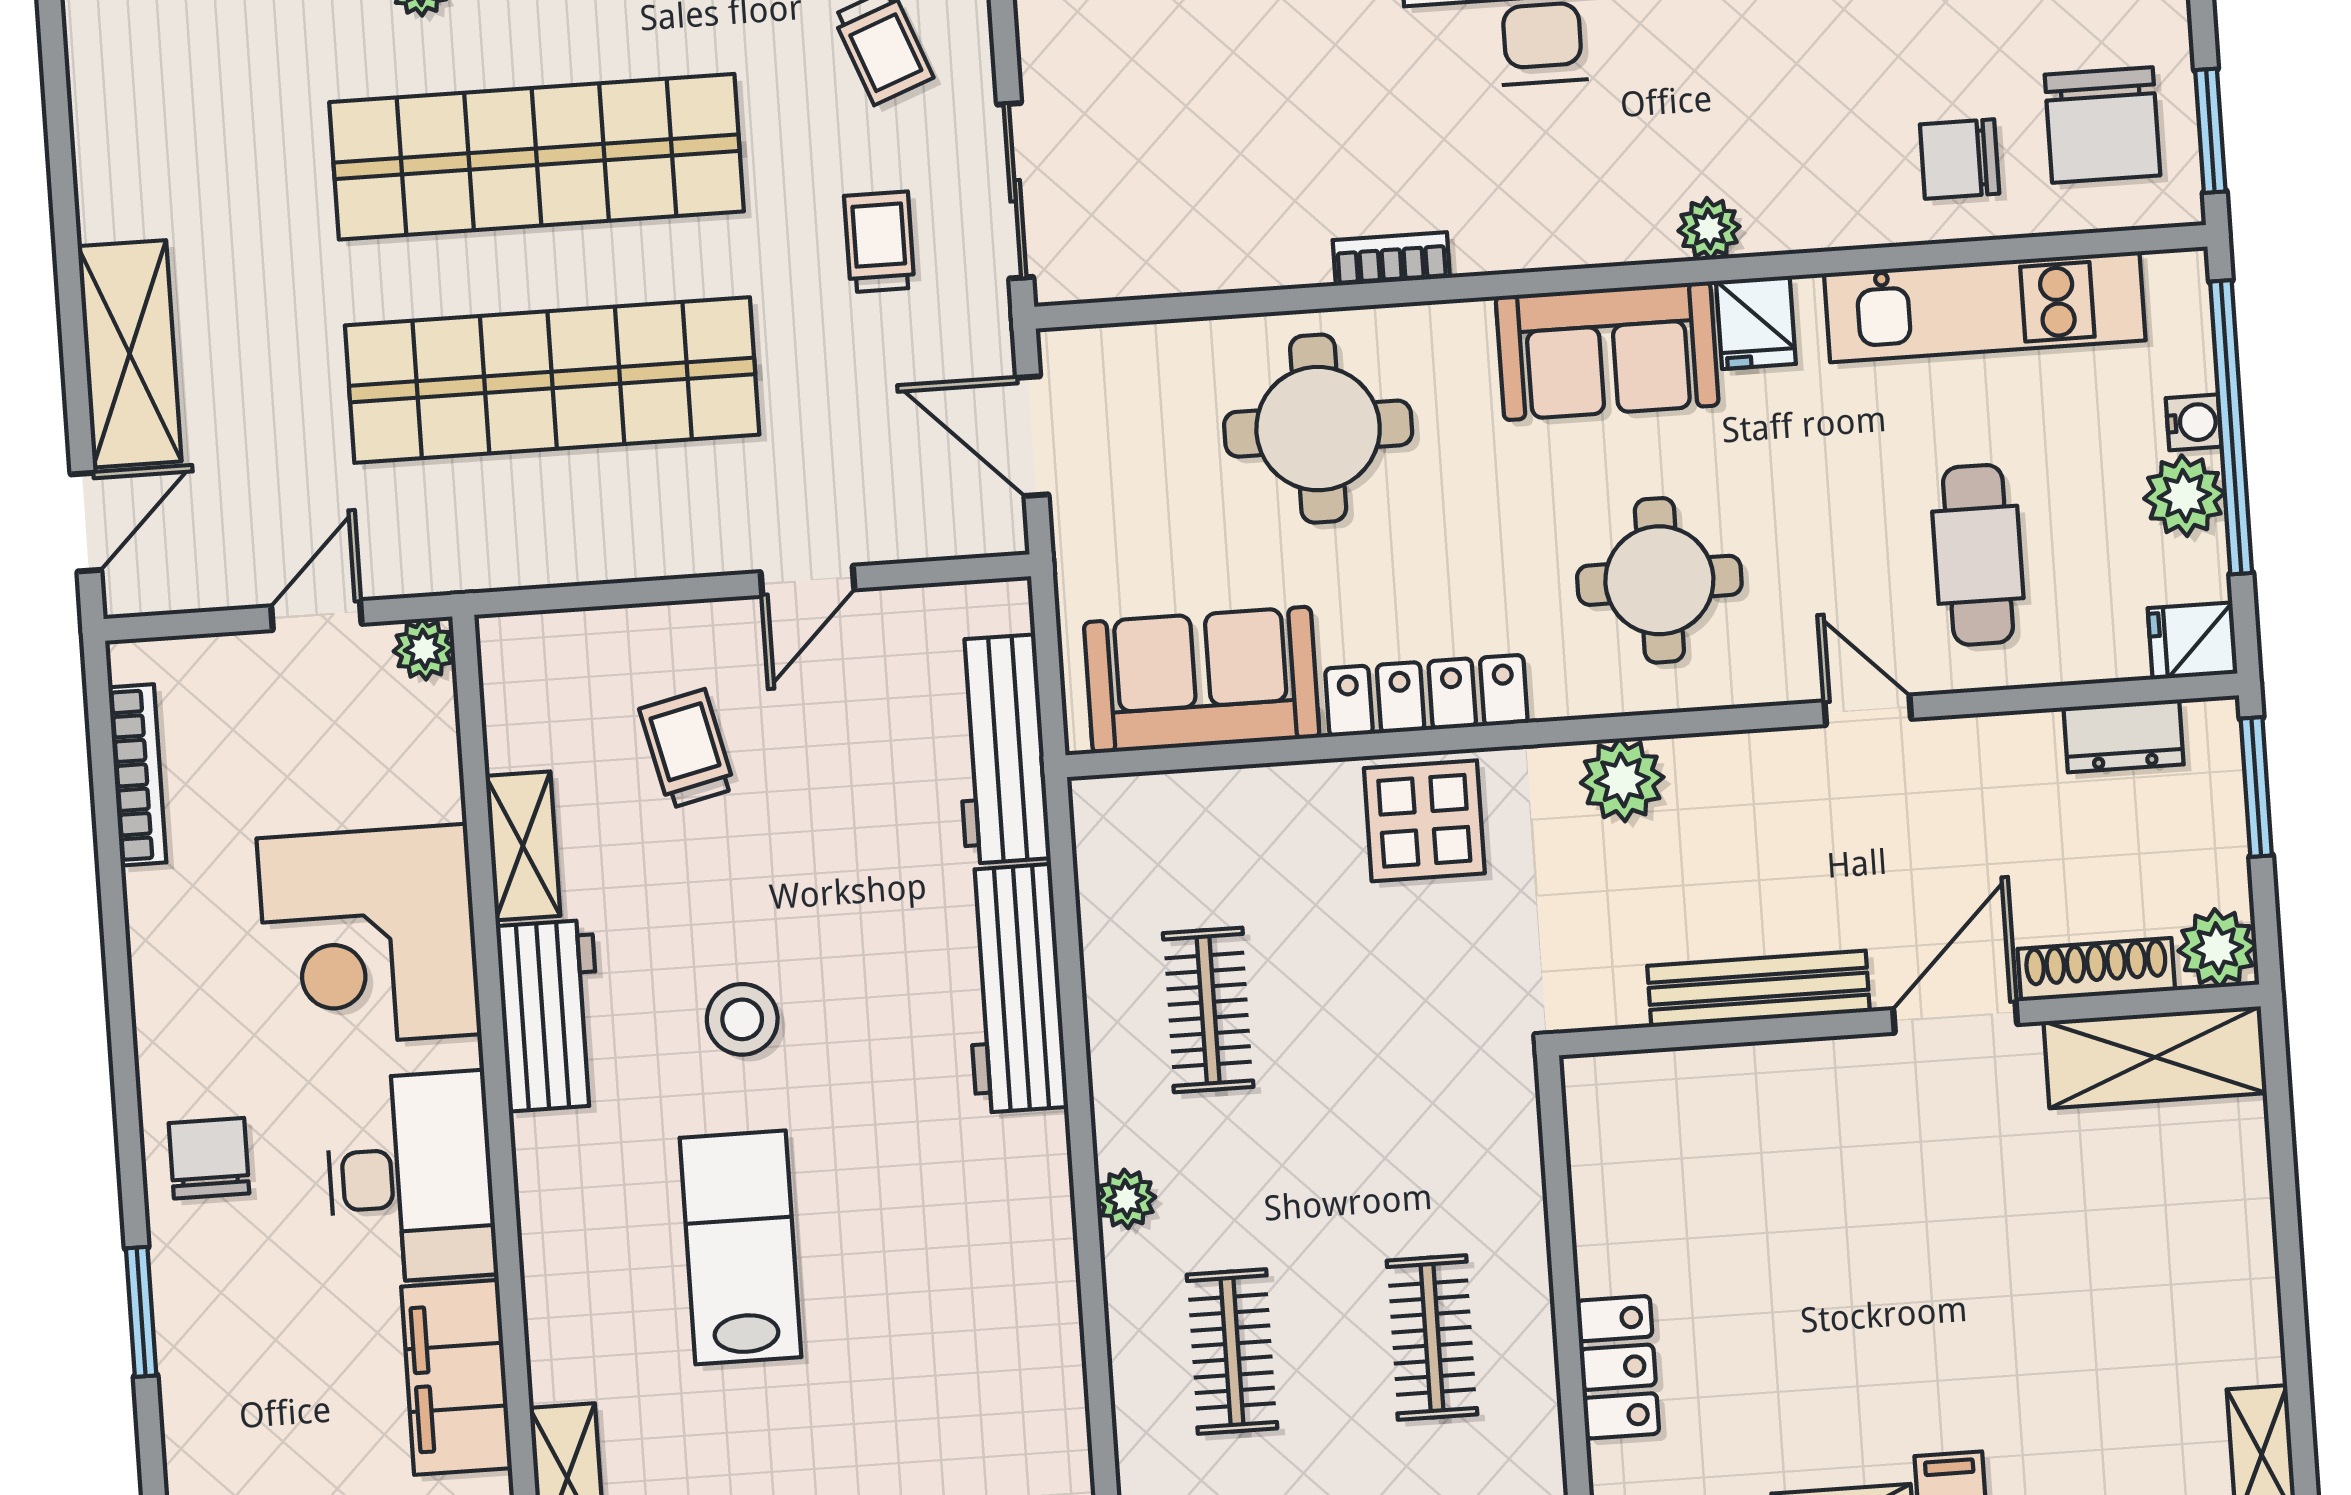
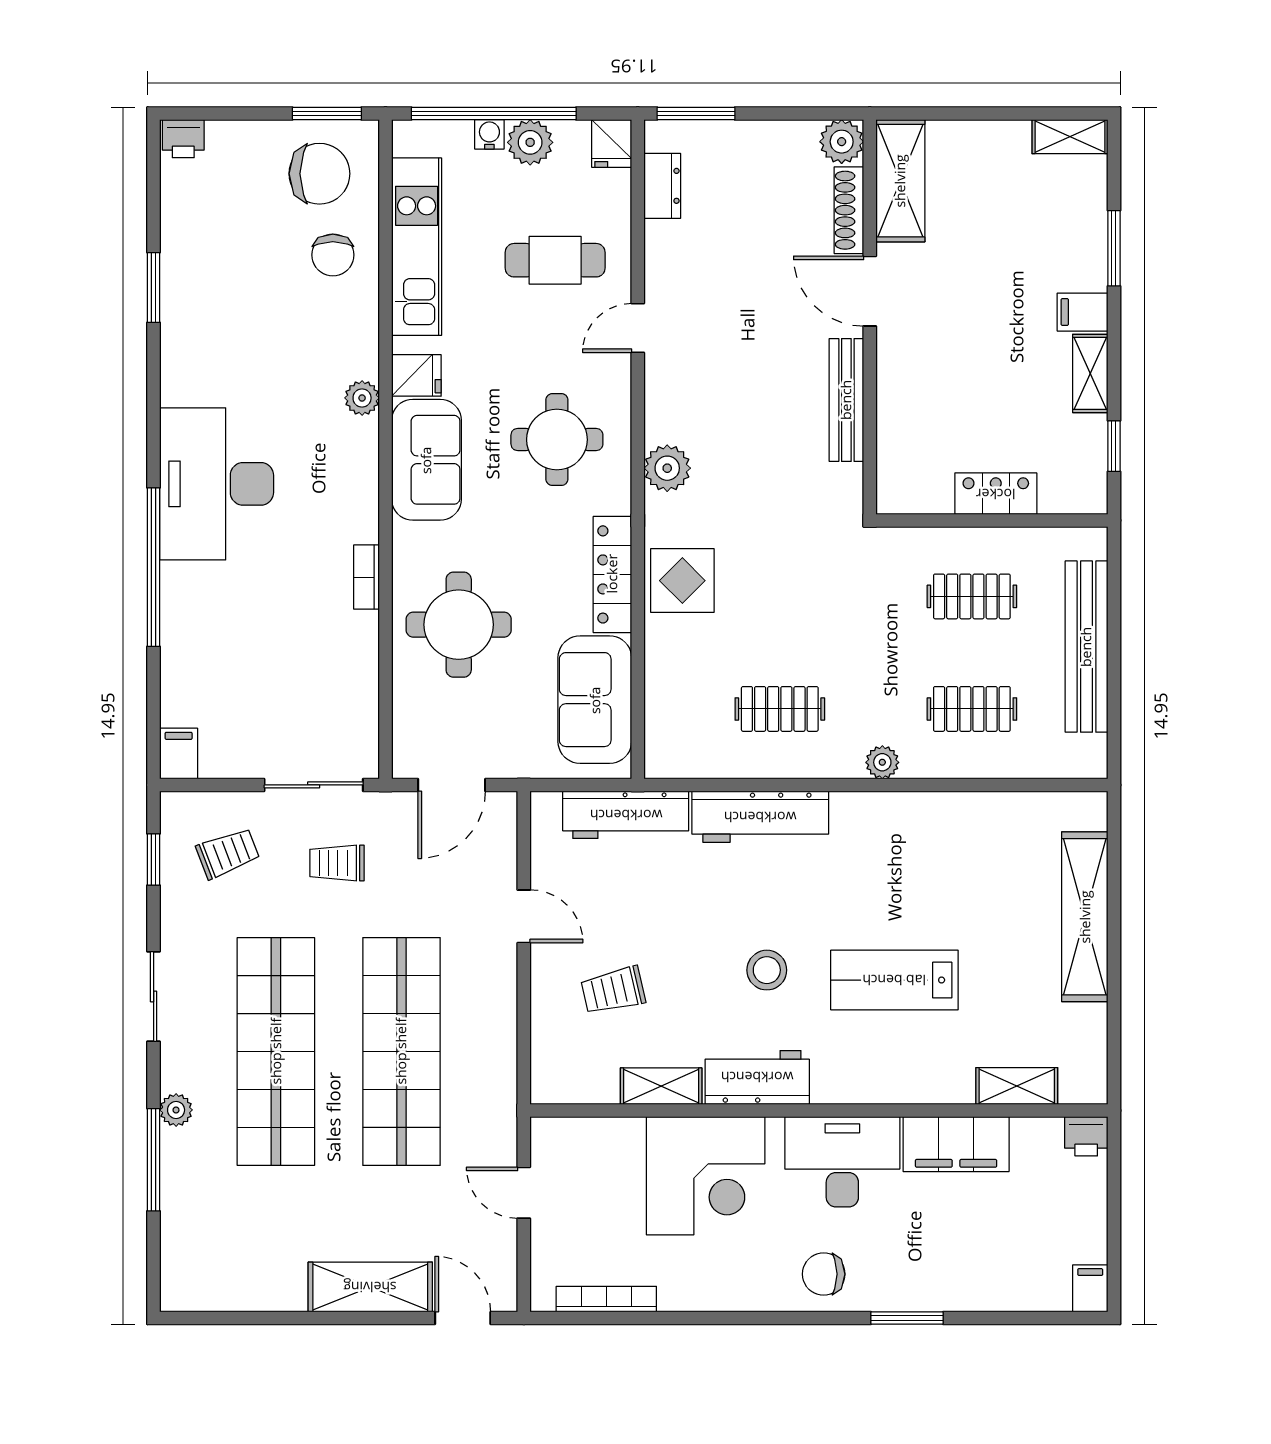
plant: (424, 649) -> (547, 1134), removed
plant: (2217, 948) -> (842, 142), moved
shoe rack: (2096, 970) -> (849, 210), moved
bench: (1759, 989) -> (846, 400), moved
door: (1955, 1017) -> (870, 291), moved
wall: (1909, 1020) -> (870, 317), moved
shelving: (2155, 1057) -> (900, 181), moved

